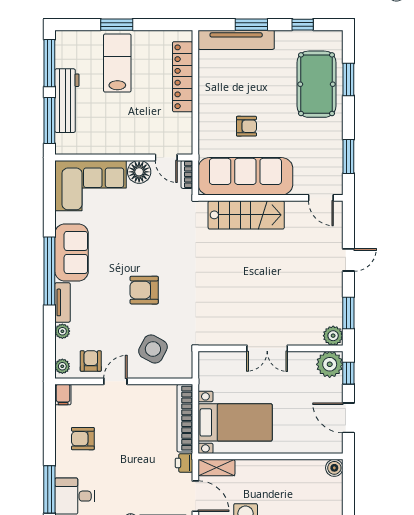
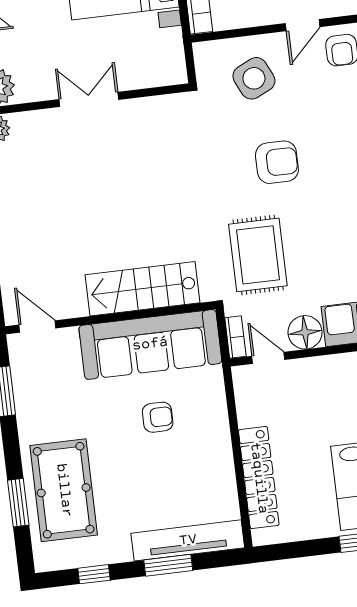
armchair: (246, 126) -> (158, 417), turned 180
rug: (165, 228) -> (258, 255), added
side table: (153, 349) -> (254, 78), turned 37

